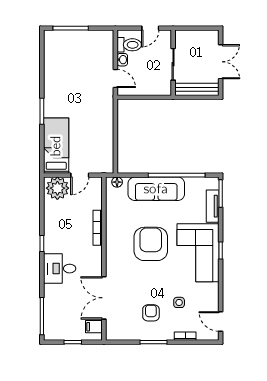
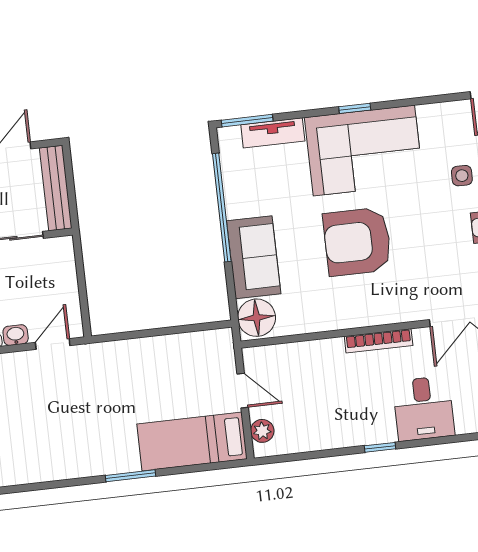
floor lamp: (117, 182) -> (257, 318), width x1.89, depth x1.89
plant: (57, 188) -> (262, 431), width x0.53, depth x0.53
sofa: (156, 189) -> (254, 257), width x0.73
bookcase: (98, 228) -> (379, 341), moved

